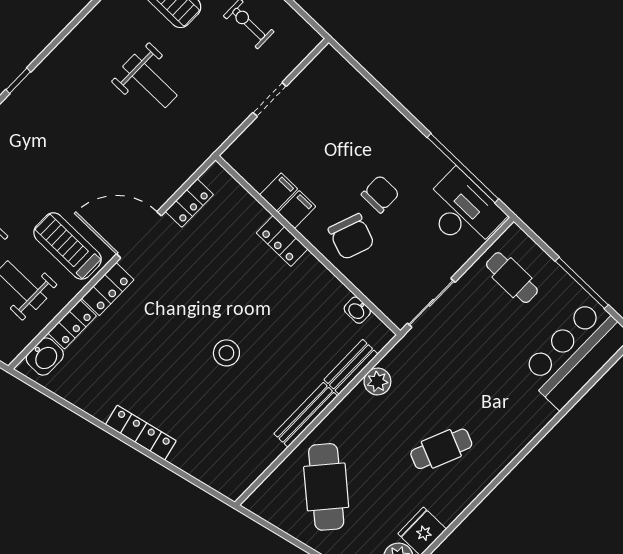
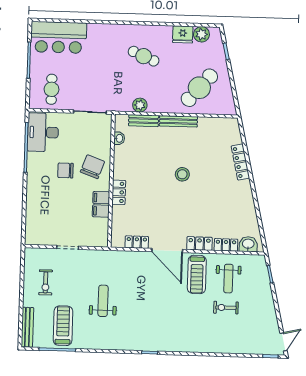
locker: (141, 433) -> (240, 162), moved

